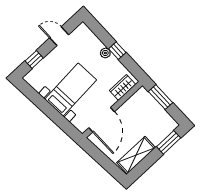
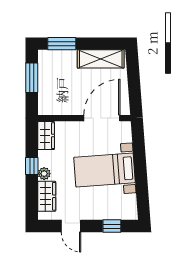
wardrobe: (91, 41) -> (47, 196), added
wardrobe: (123, 87) -> (46, 136), moved, turned -90
window: (161, 97) -> (32, 78), moved

